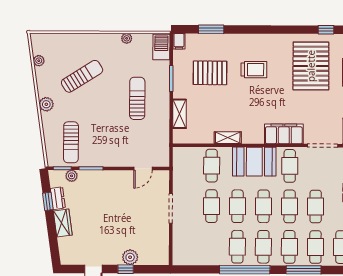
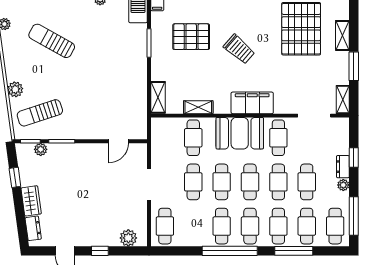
trolley: (254, 70) -> (239, 49), moved, turned 41
sun lounger: (82, 76) -> (52, 41), turned -119
sun lounger: (137, 98) -> (112, 65), removed
plant: (46, 104) -> (15, 89), moved
shelving: (179, 114) -> (158, 97), moved
filing cabinet: (284, 134) -> (252, 103), moved
shelving: (228, 138) -> (198, 107), moved
sun lounger: (71, 142) -> (40, 113), turned 72
dresser: (58, 198) -> (33, 228), moved
cafe table: (185, 247) -> (165, 226), added
plant: (130, 257) -> (128, 238), moved

